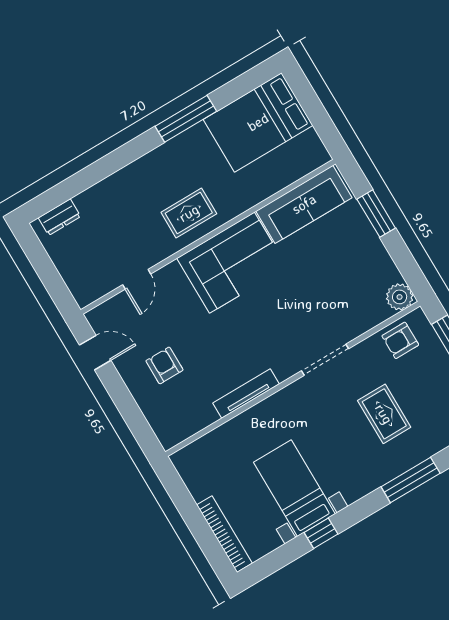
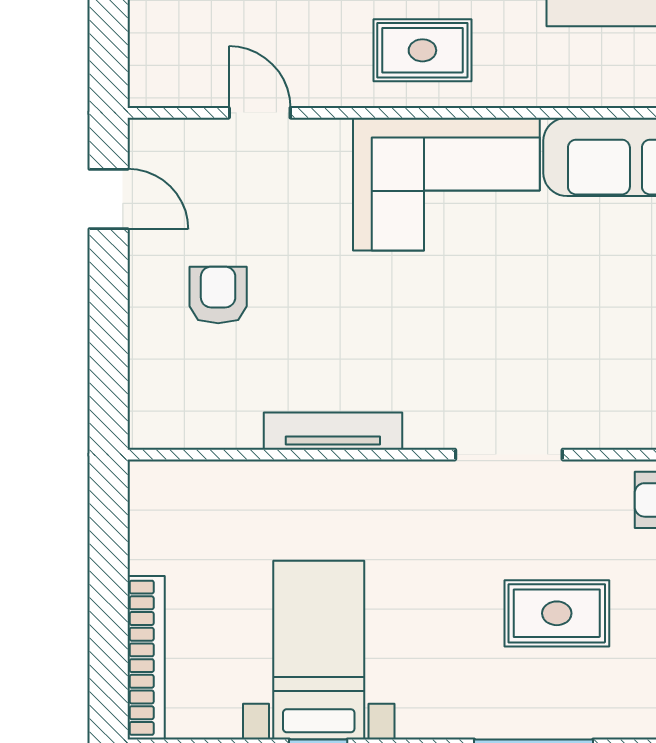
door: (137, 279) -> (260, 113), swing flipped
rug: (384, 414) -> (557, 613), turned 90

